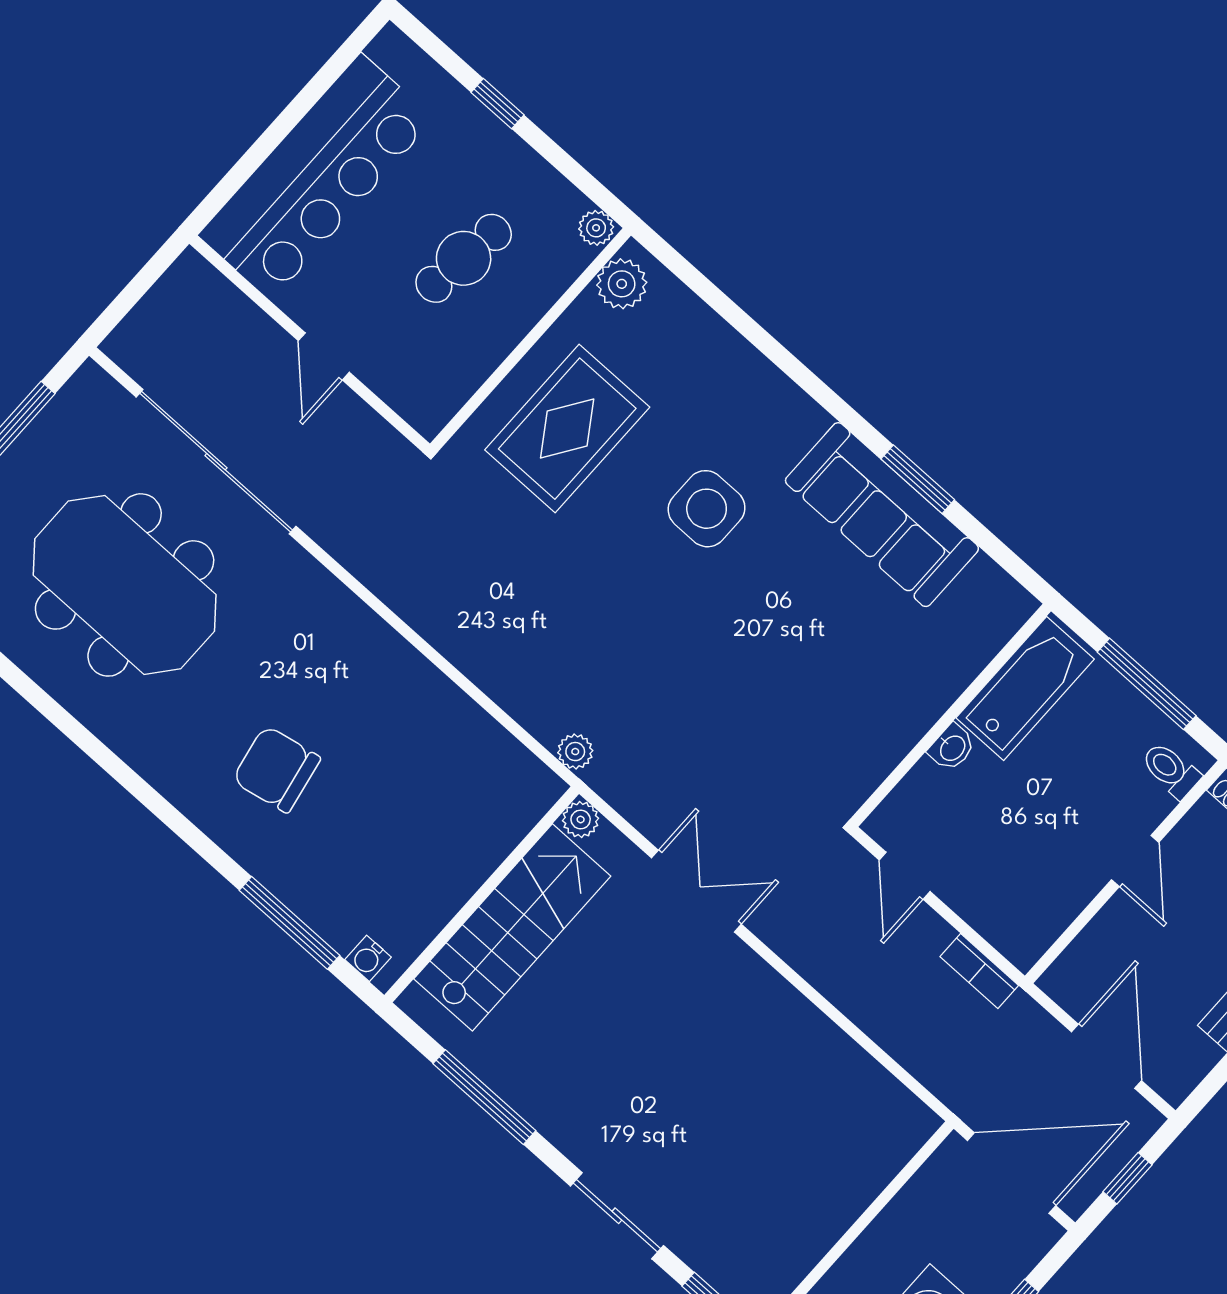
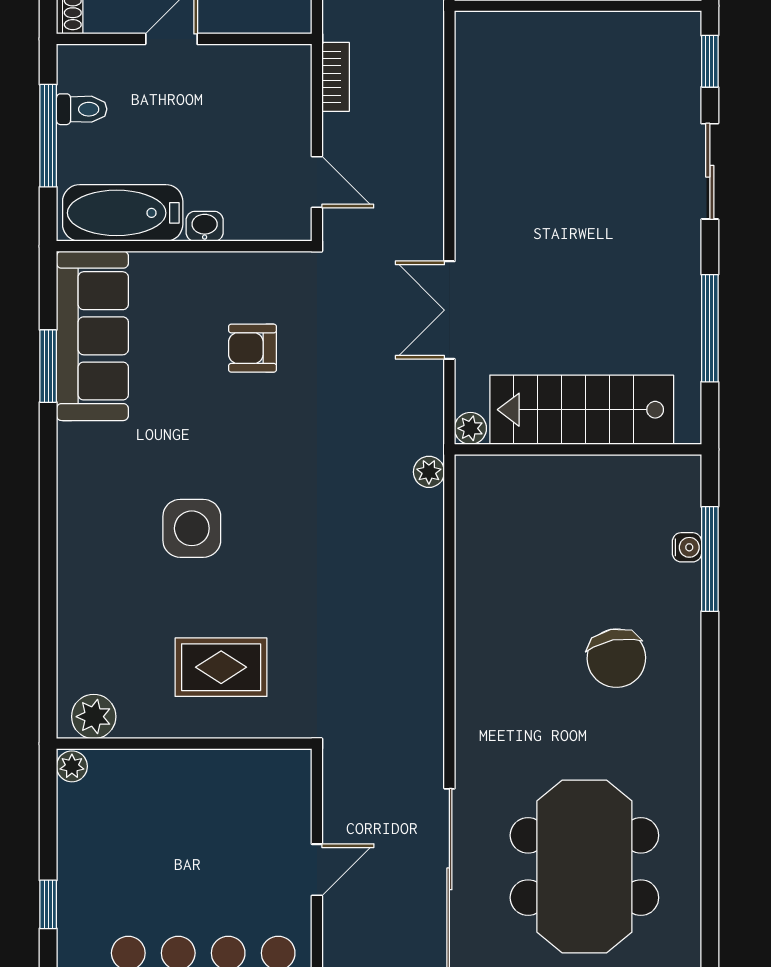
cafe table: (464, 258) -> (170, 836), removed
rug: (567, 429) -> (221, 667), width x0.73, depth x0.70
window: (918, 479) -> (48, 366), moved
sofa: (882, 515) -> (92, 336), moved
armchair: (813, 696) -> (253, 348), added
toilet: (1171, 770) -> (82, 109), moved, turned -90
door: (905, 876) -> (317, 182), hinge flipped
water cooler: (368, 958) -> (687, 547), moved

